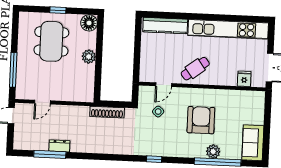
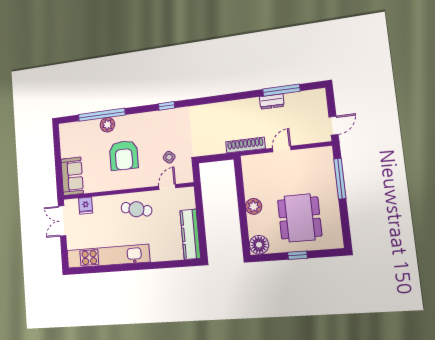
kitchen counter: (165, 26) -> (190, 234), moved, turned -90
cafe table: (195, 69) -> (136, 209), turned 50
door: (42, 102) -> (282, 149), moved
shoe rack: (107, 112) -> (245, 145), moved
sofa: (253, 143) -> (72, 176), moved

